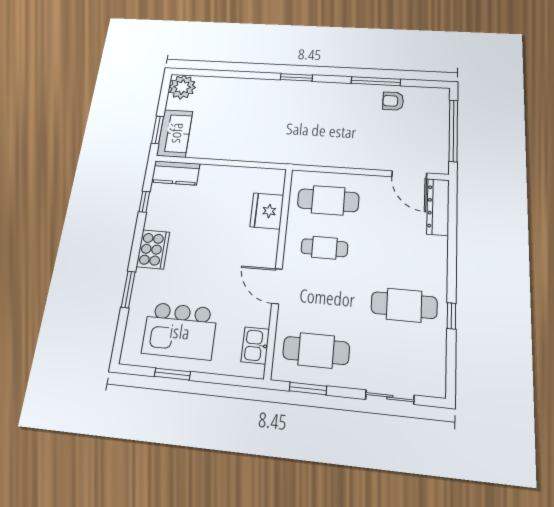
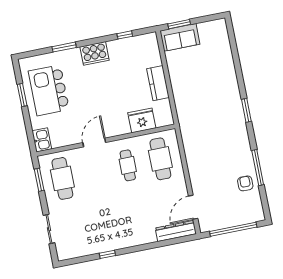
plant: (182, 87) -> (217, 30), removed
kitchen counter: (176, 173) -> (158, 83), moved
cafe table: (404, 305) -> (106, 224), removed
kitchen sink: (255, 345) -> (42, 140), moved, turned 90

